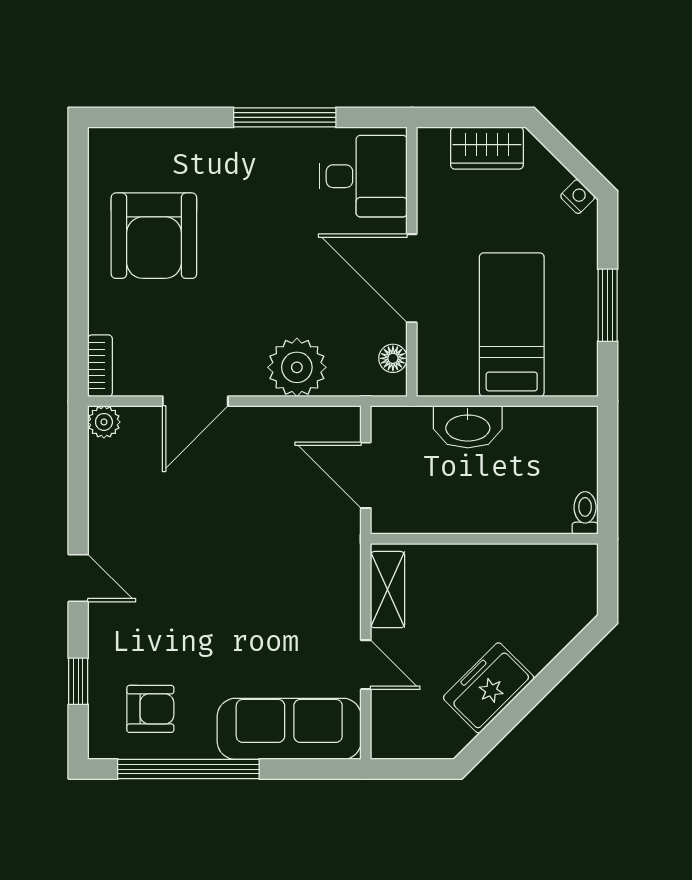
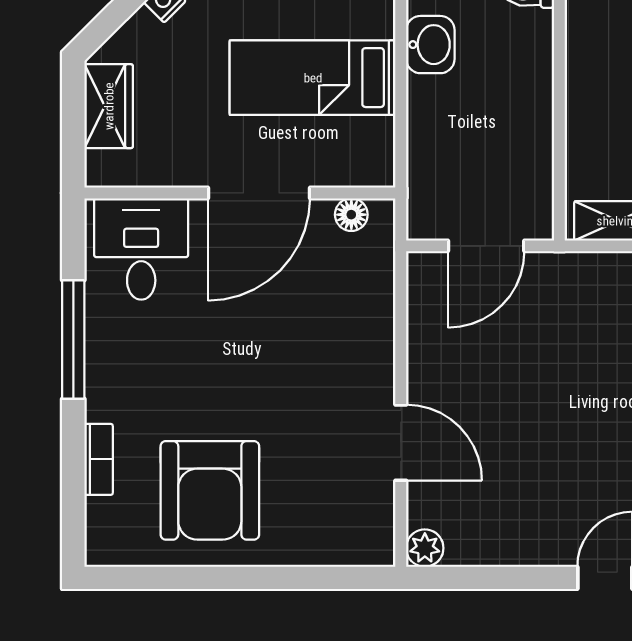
armchair: (154, 236) -> (210, 490), turned 90
bookcase: (100, 366) -> (99, 459), moved, turned 90
plant: (297, 367) -> (362, 325), removed
washbasin: (468, 427) -> (430, 45), moved, width x0.72

